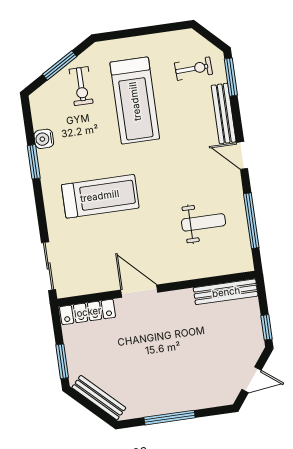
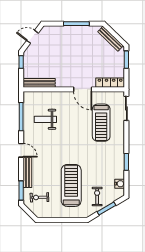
water cooler: (44, 139) -> (120, 184), moved
treadmill: (100, 196) -> (101, 123), moved, turned -90

